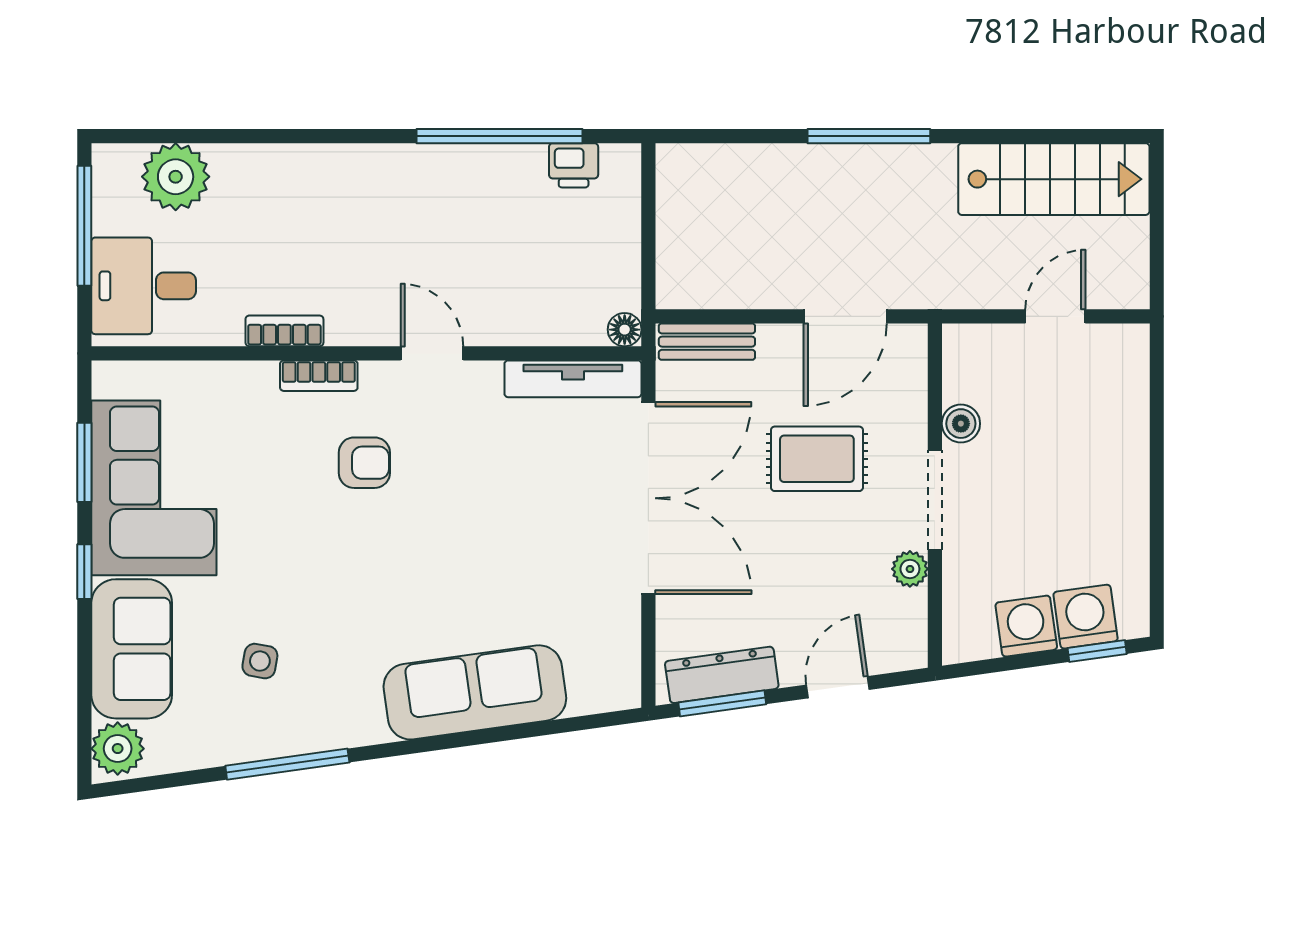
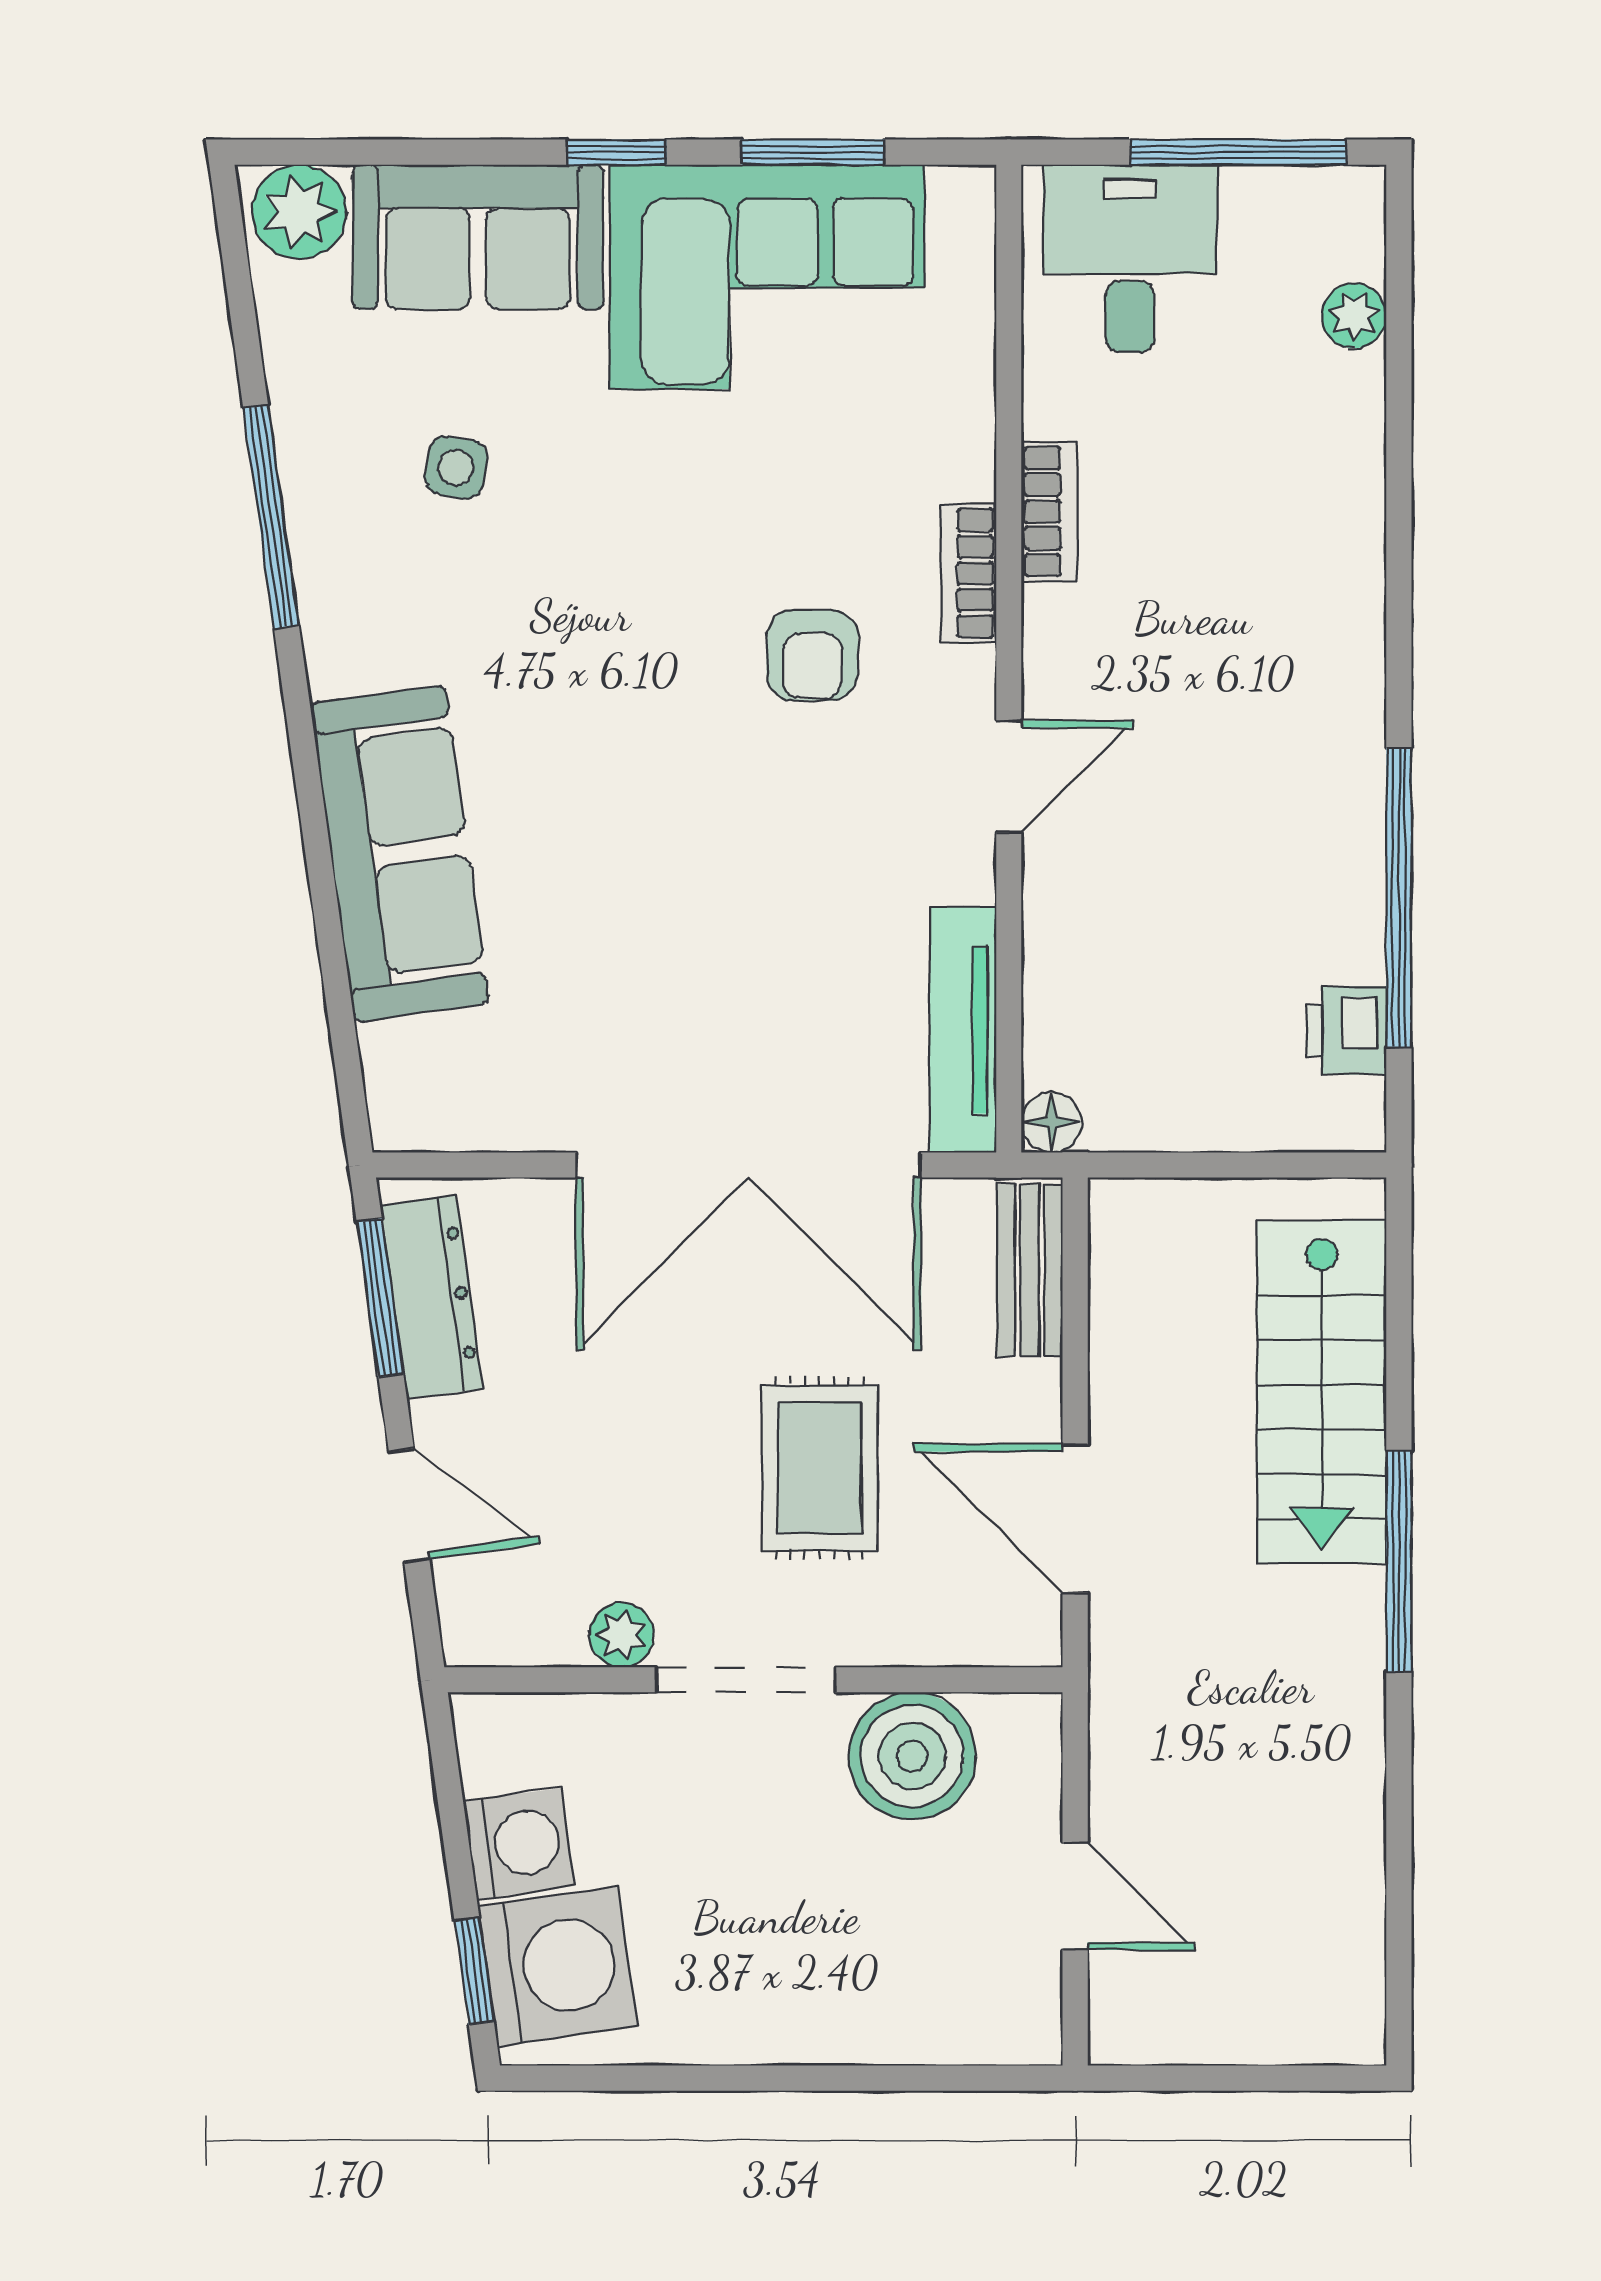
plant: (176, 177) -> (1354, 316), width x0.53, depth x0.53
stairs: (1054, 179) -> (1322, 1392), moved
boiler: (961, 424) -> (912, 1756), width x1.86, depth x1.86
washing machine: (1086, 617) -> (558, 1967), width x1.37, depth x1.37

